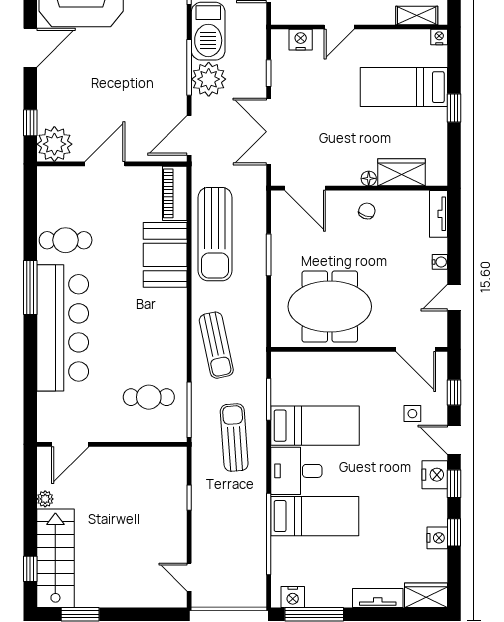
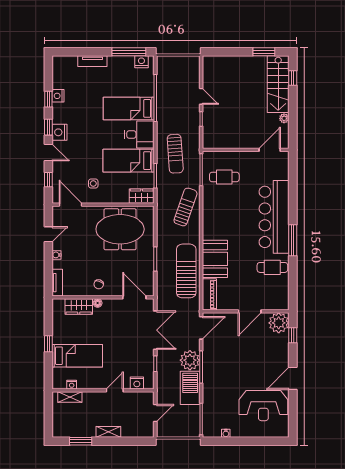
nightstand: (439, 37) -> (72, 385), moved
sun lounger: (216, 345) -> (185, 207), turned 31
side table: (412, 414) -> (93, 184), moved
door: (189, 577) -> (201, 96), moved
wardrobe: (426, 595) -> (142, 196), moved, turned 180

